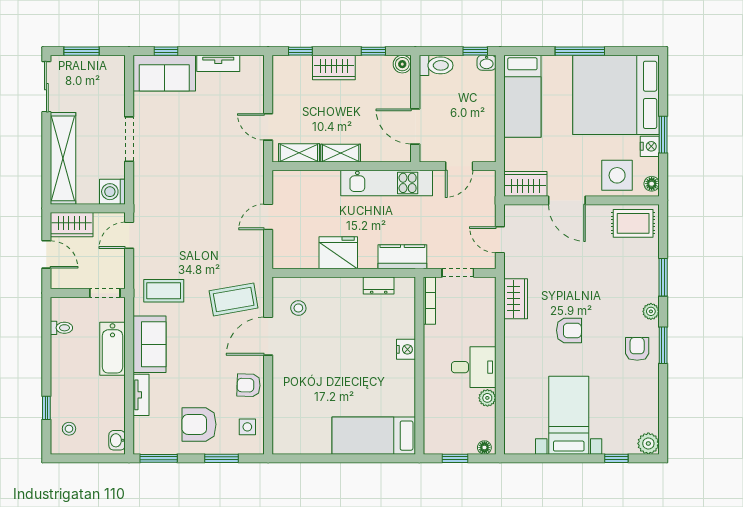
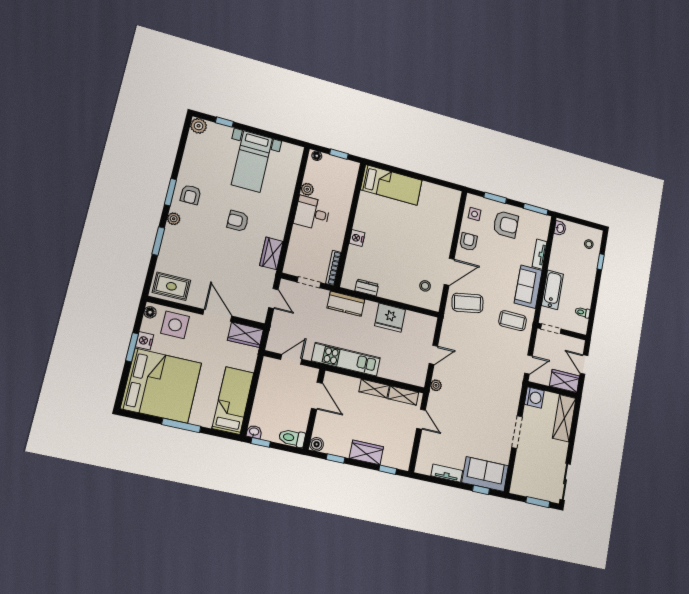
shelving: (63, 158) -> (564, 418), width x0.68
plant: (256, 177) -> (436, 385), added
armchair: (249, 385) -> (468, 242), turned -92

